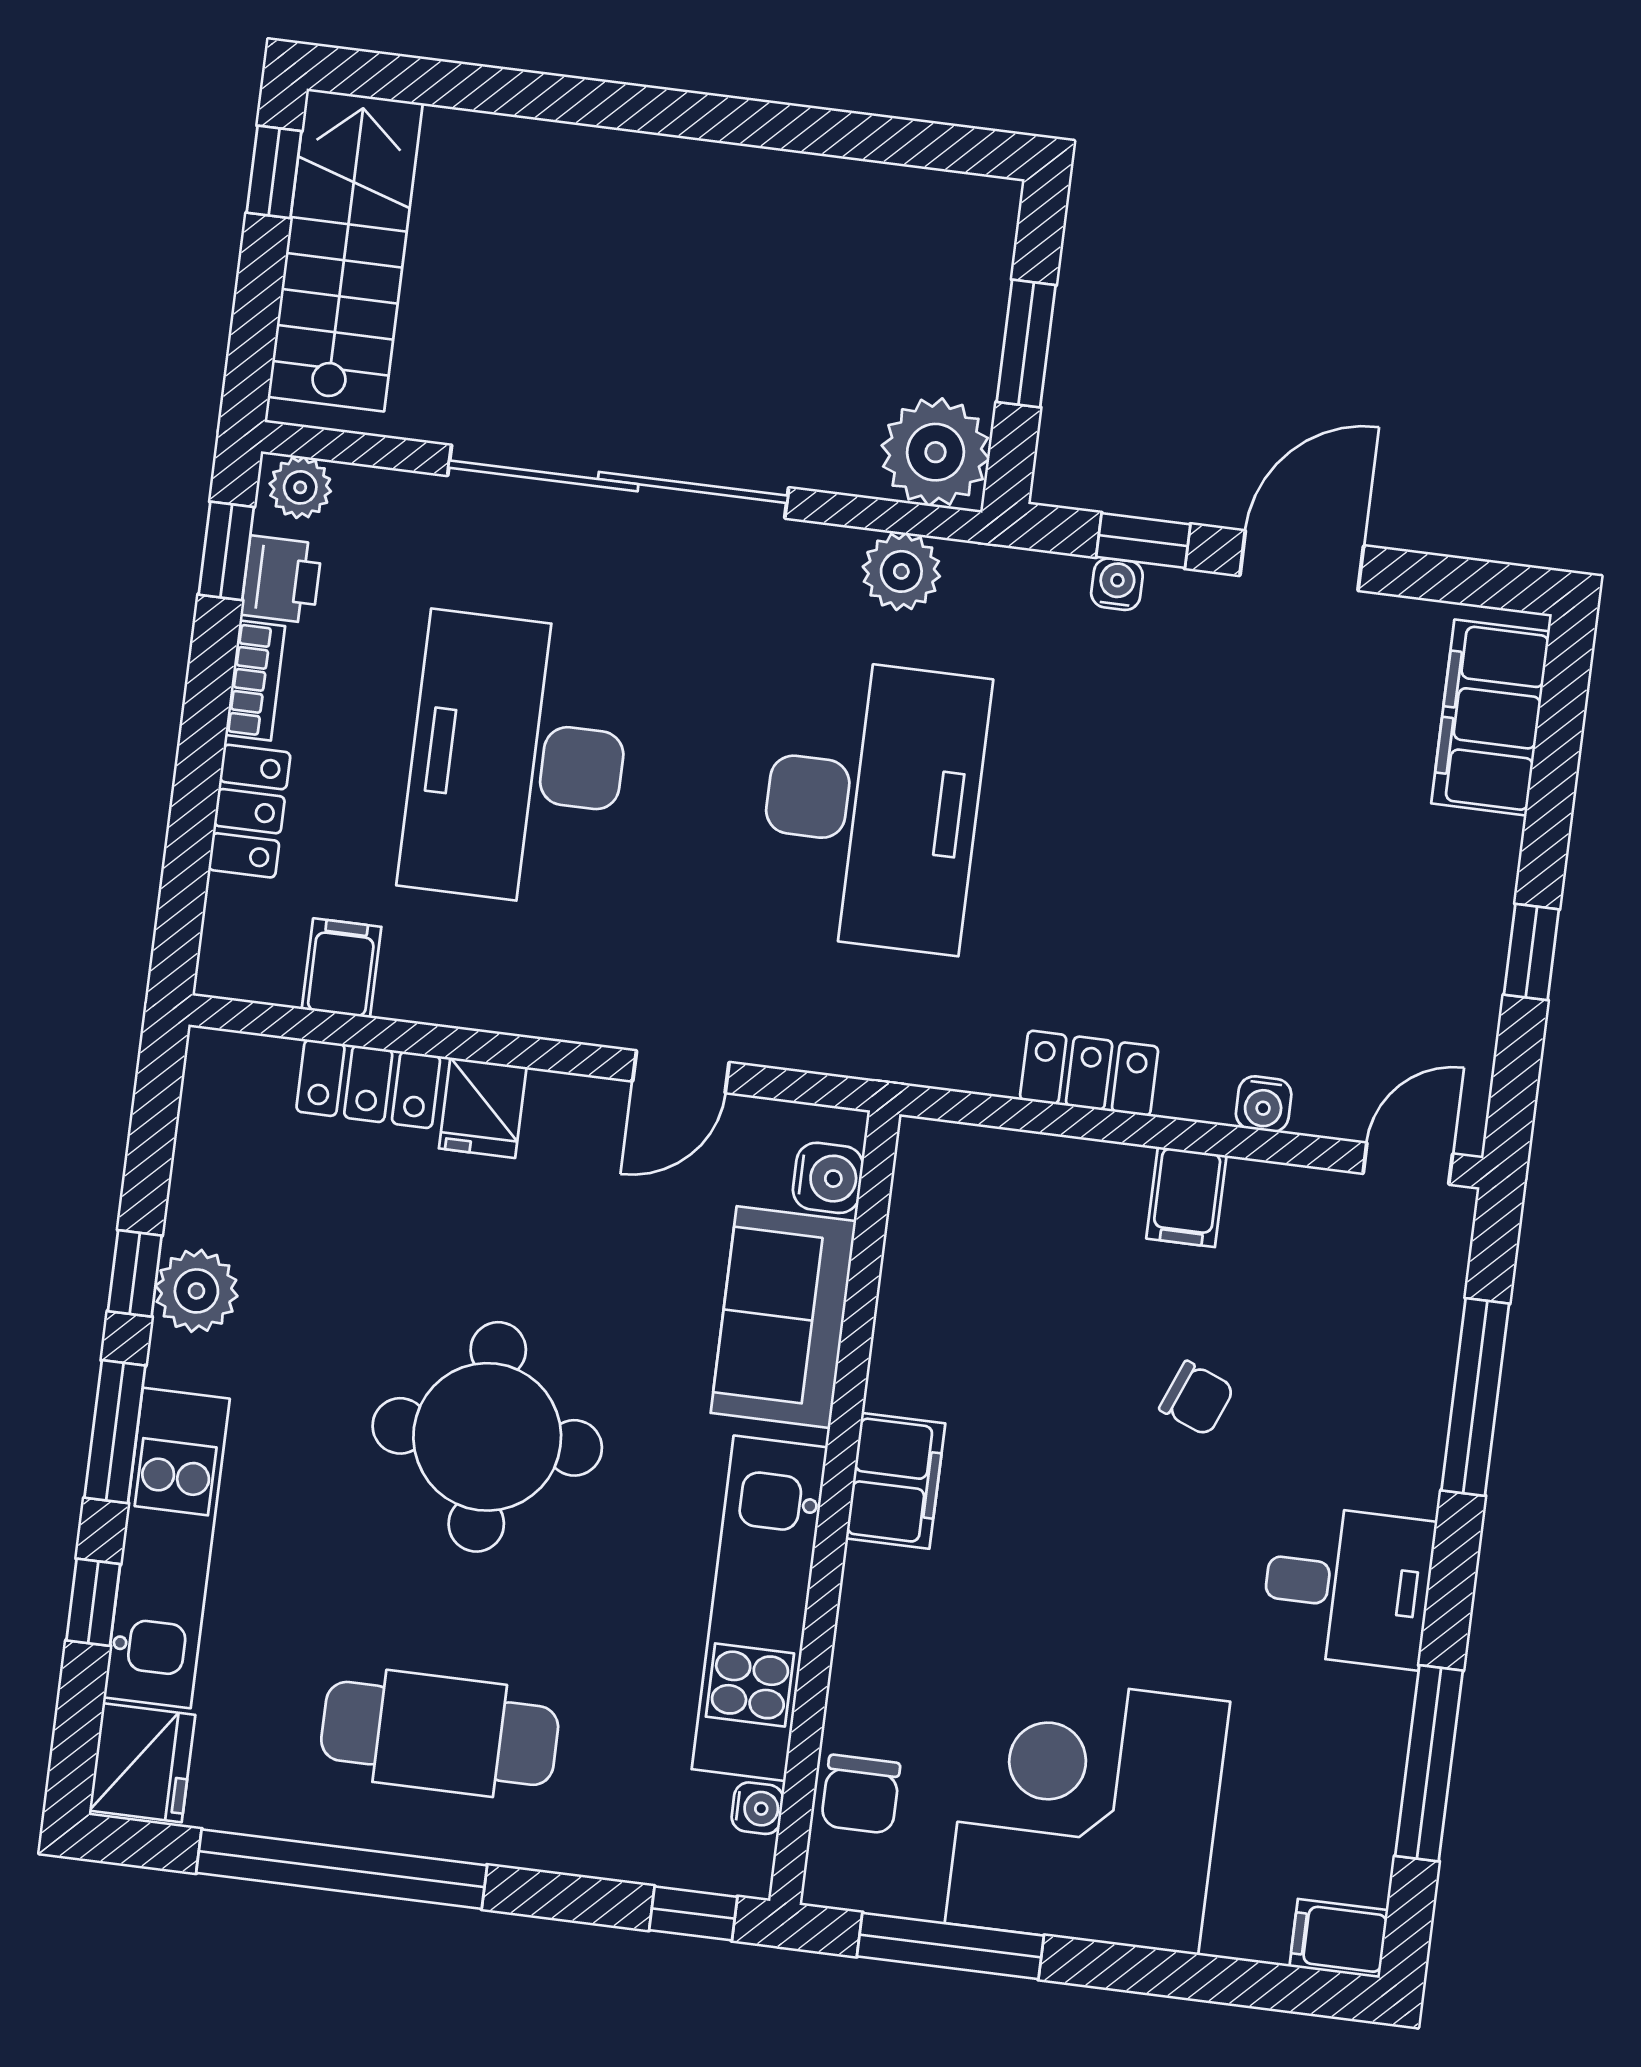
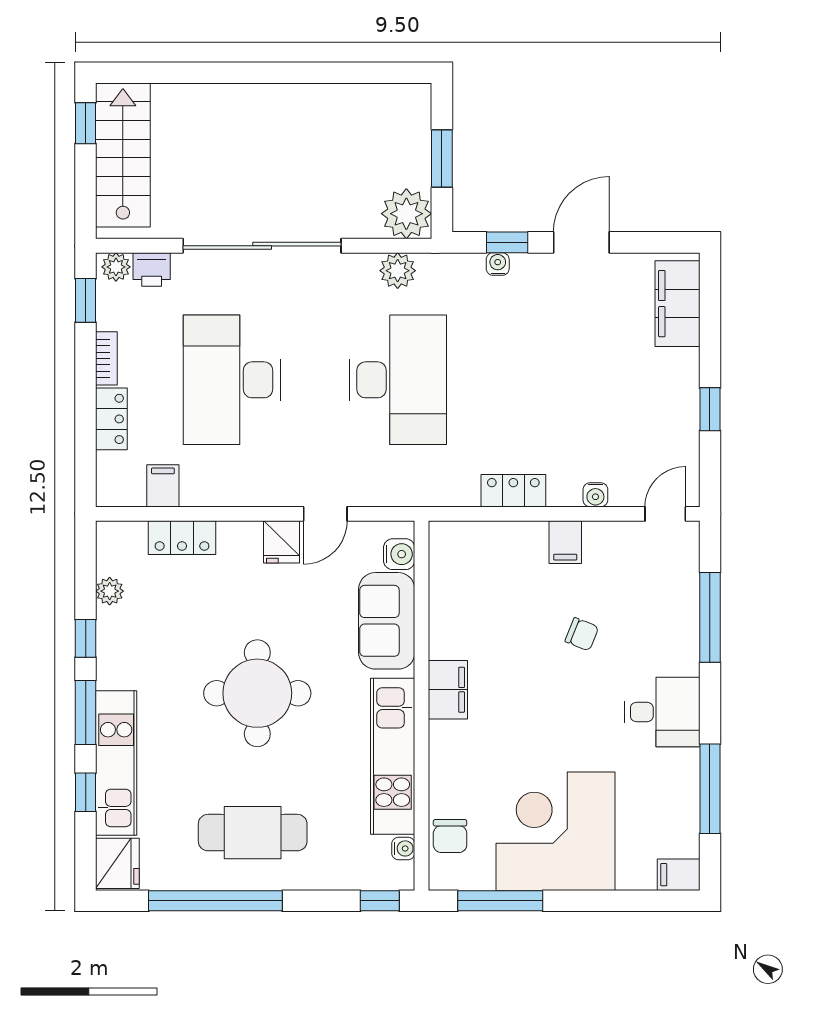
printer: (281, 579) -> (152, 269), moved, turned 90
fridge: (483, 1108) -> (282, 542), moved
plant: (196, 1291) -> (110, 591), moved, width x0.73, depth x0.73

